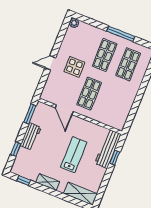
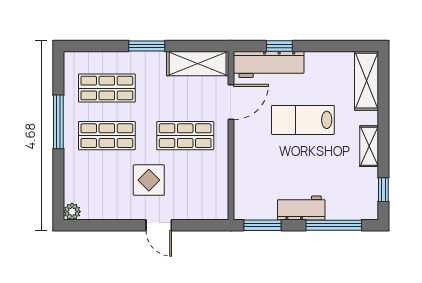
window: (141, 92) -> (147, 46), added
door: (64, 110) -> (231, 102), moved
shelving: (122, 114) -> (198, 63), added
window: (16, 149) -> (334, 225), width x2.17

